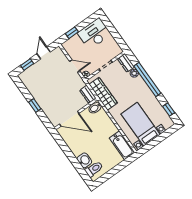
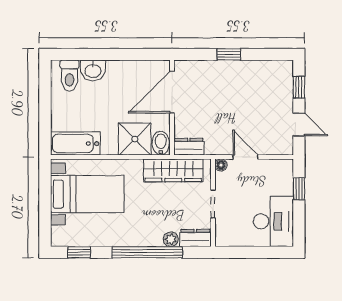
door: (75, 66) -> (246, 157), swing flipped
shower: (101, 120) -> (135, 139), added

